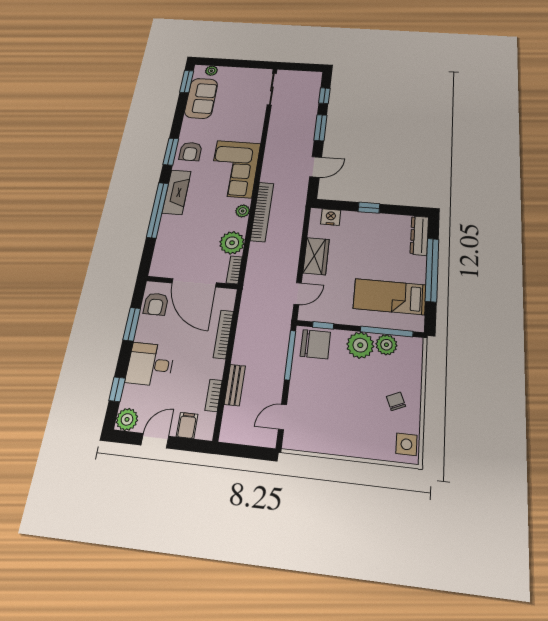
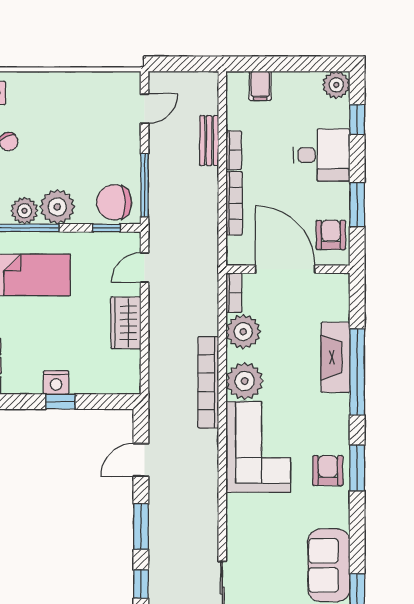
fireplace: (177, 192) -> (335, 357), moved
plant: (243, 211) -> (245, 381), width x1.88, depth x1.88
nightstand: (331, 217) -> (56, 383), moved
bookcase: (214, 395) -> (234, 150), moved
door: (155, 441) -> (296, 64), removed

